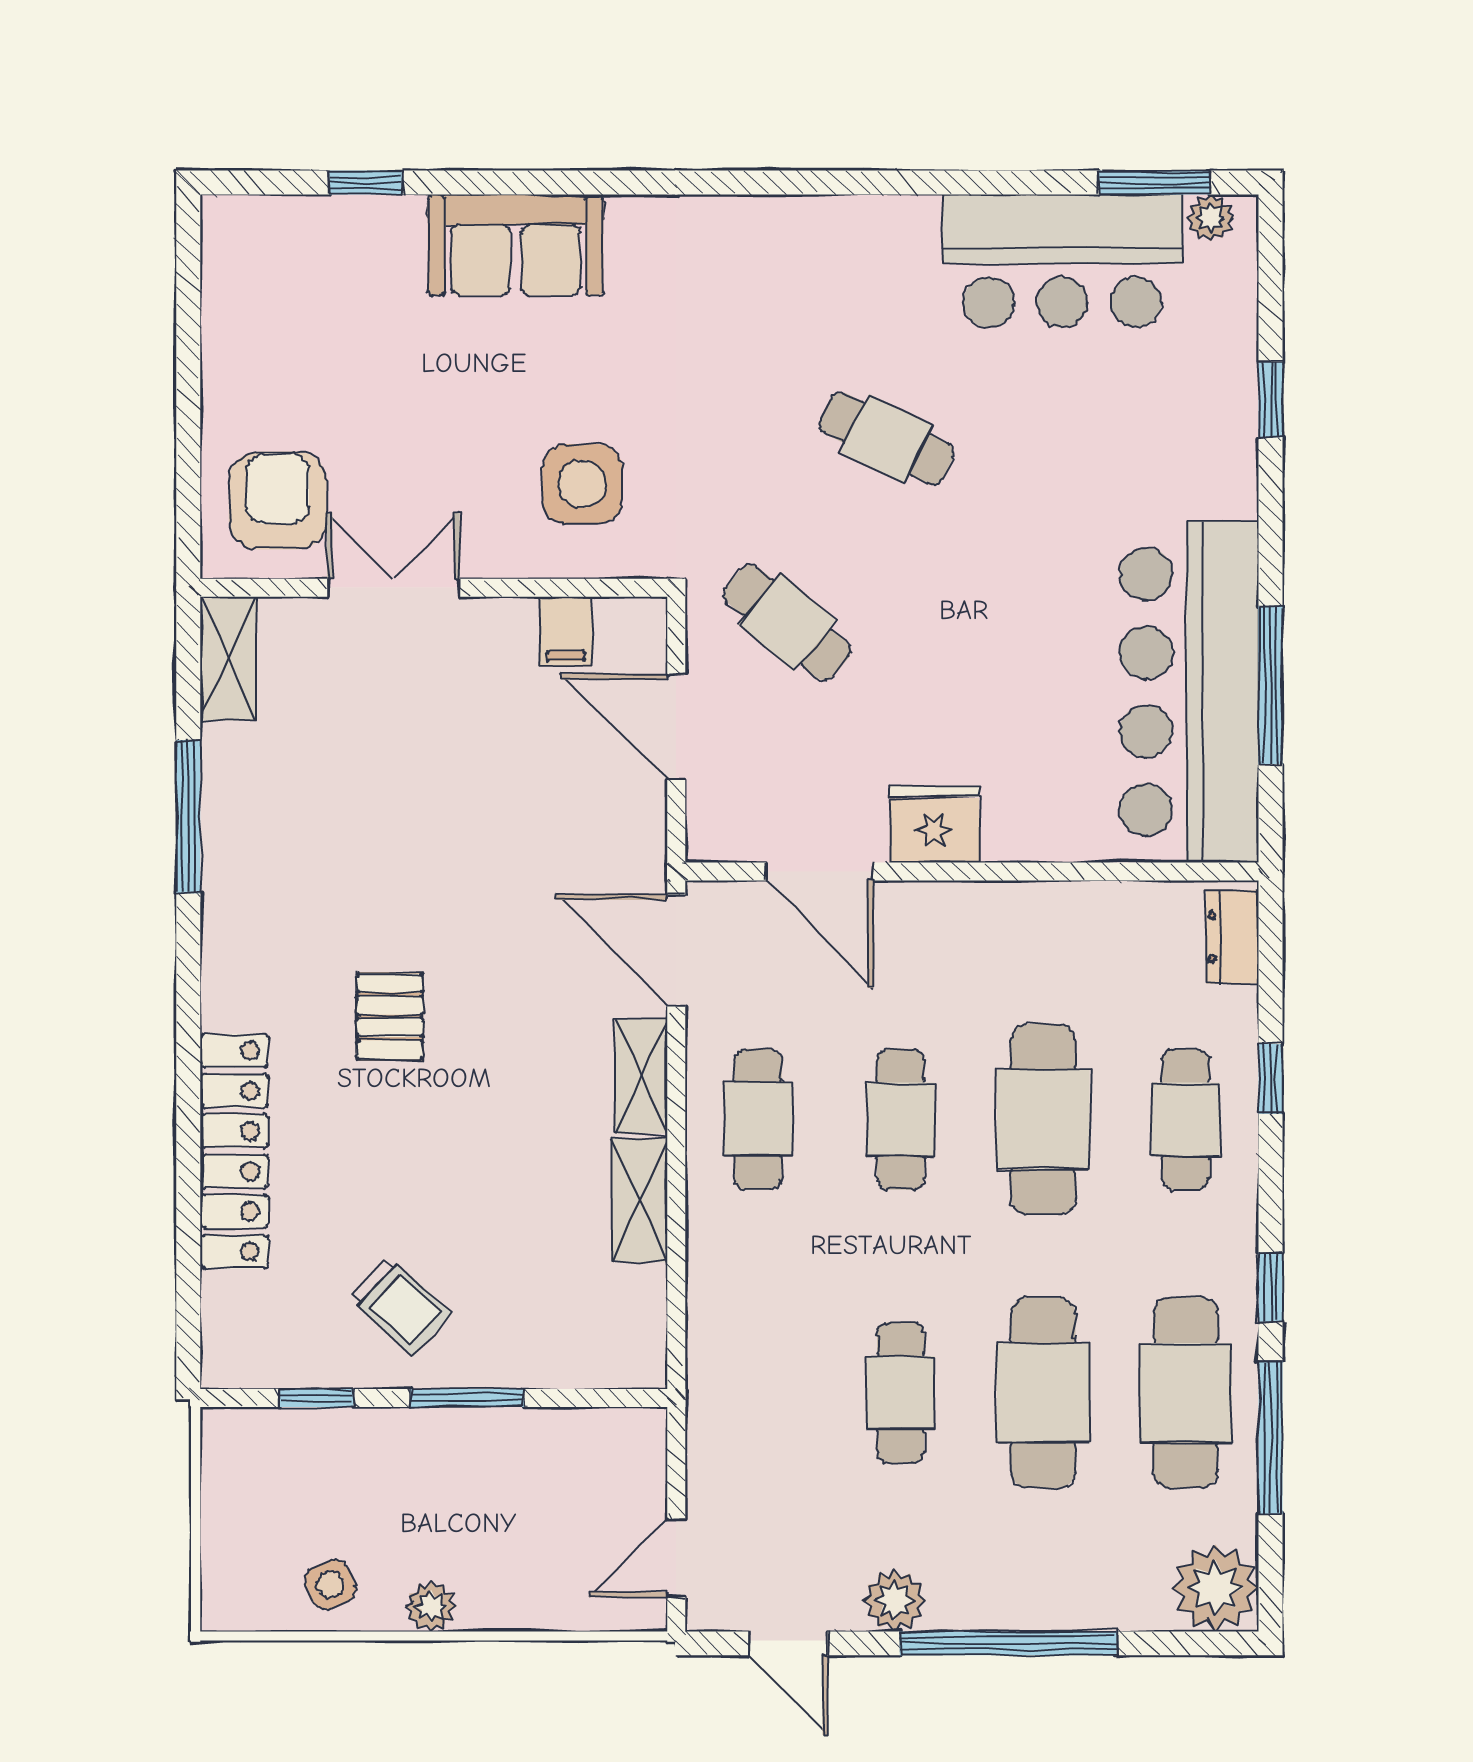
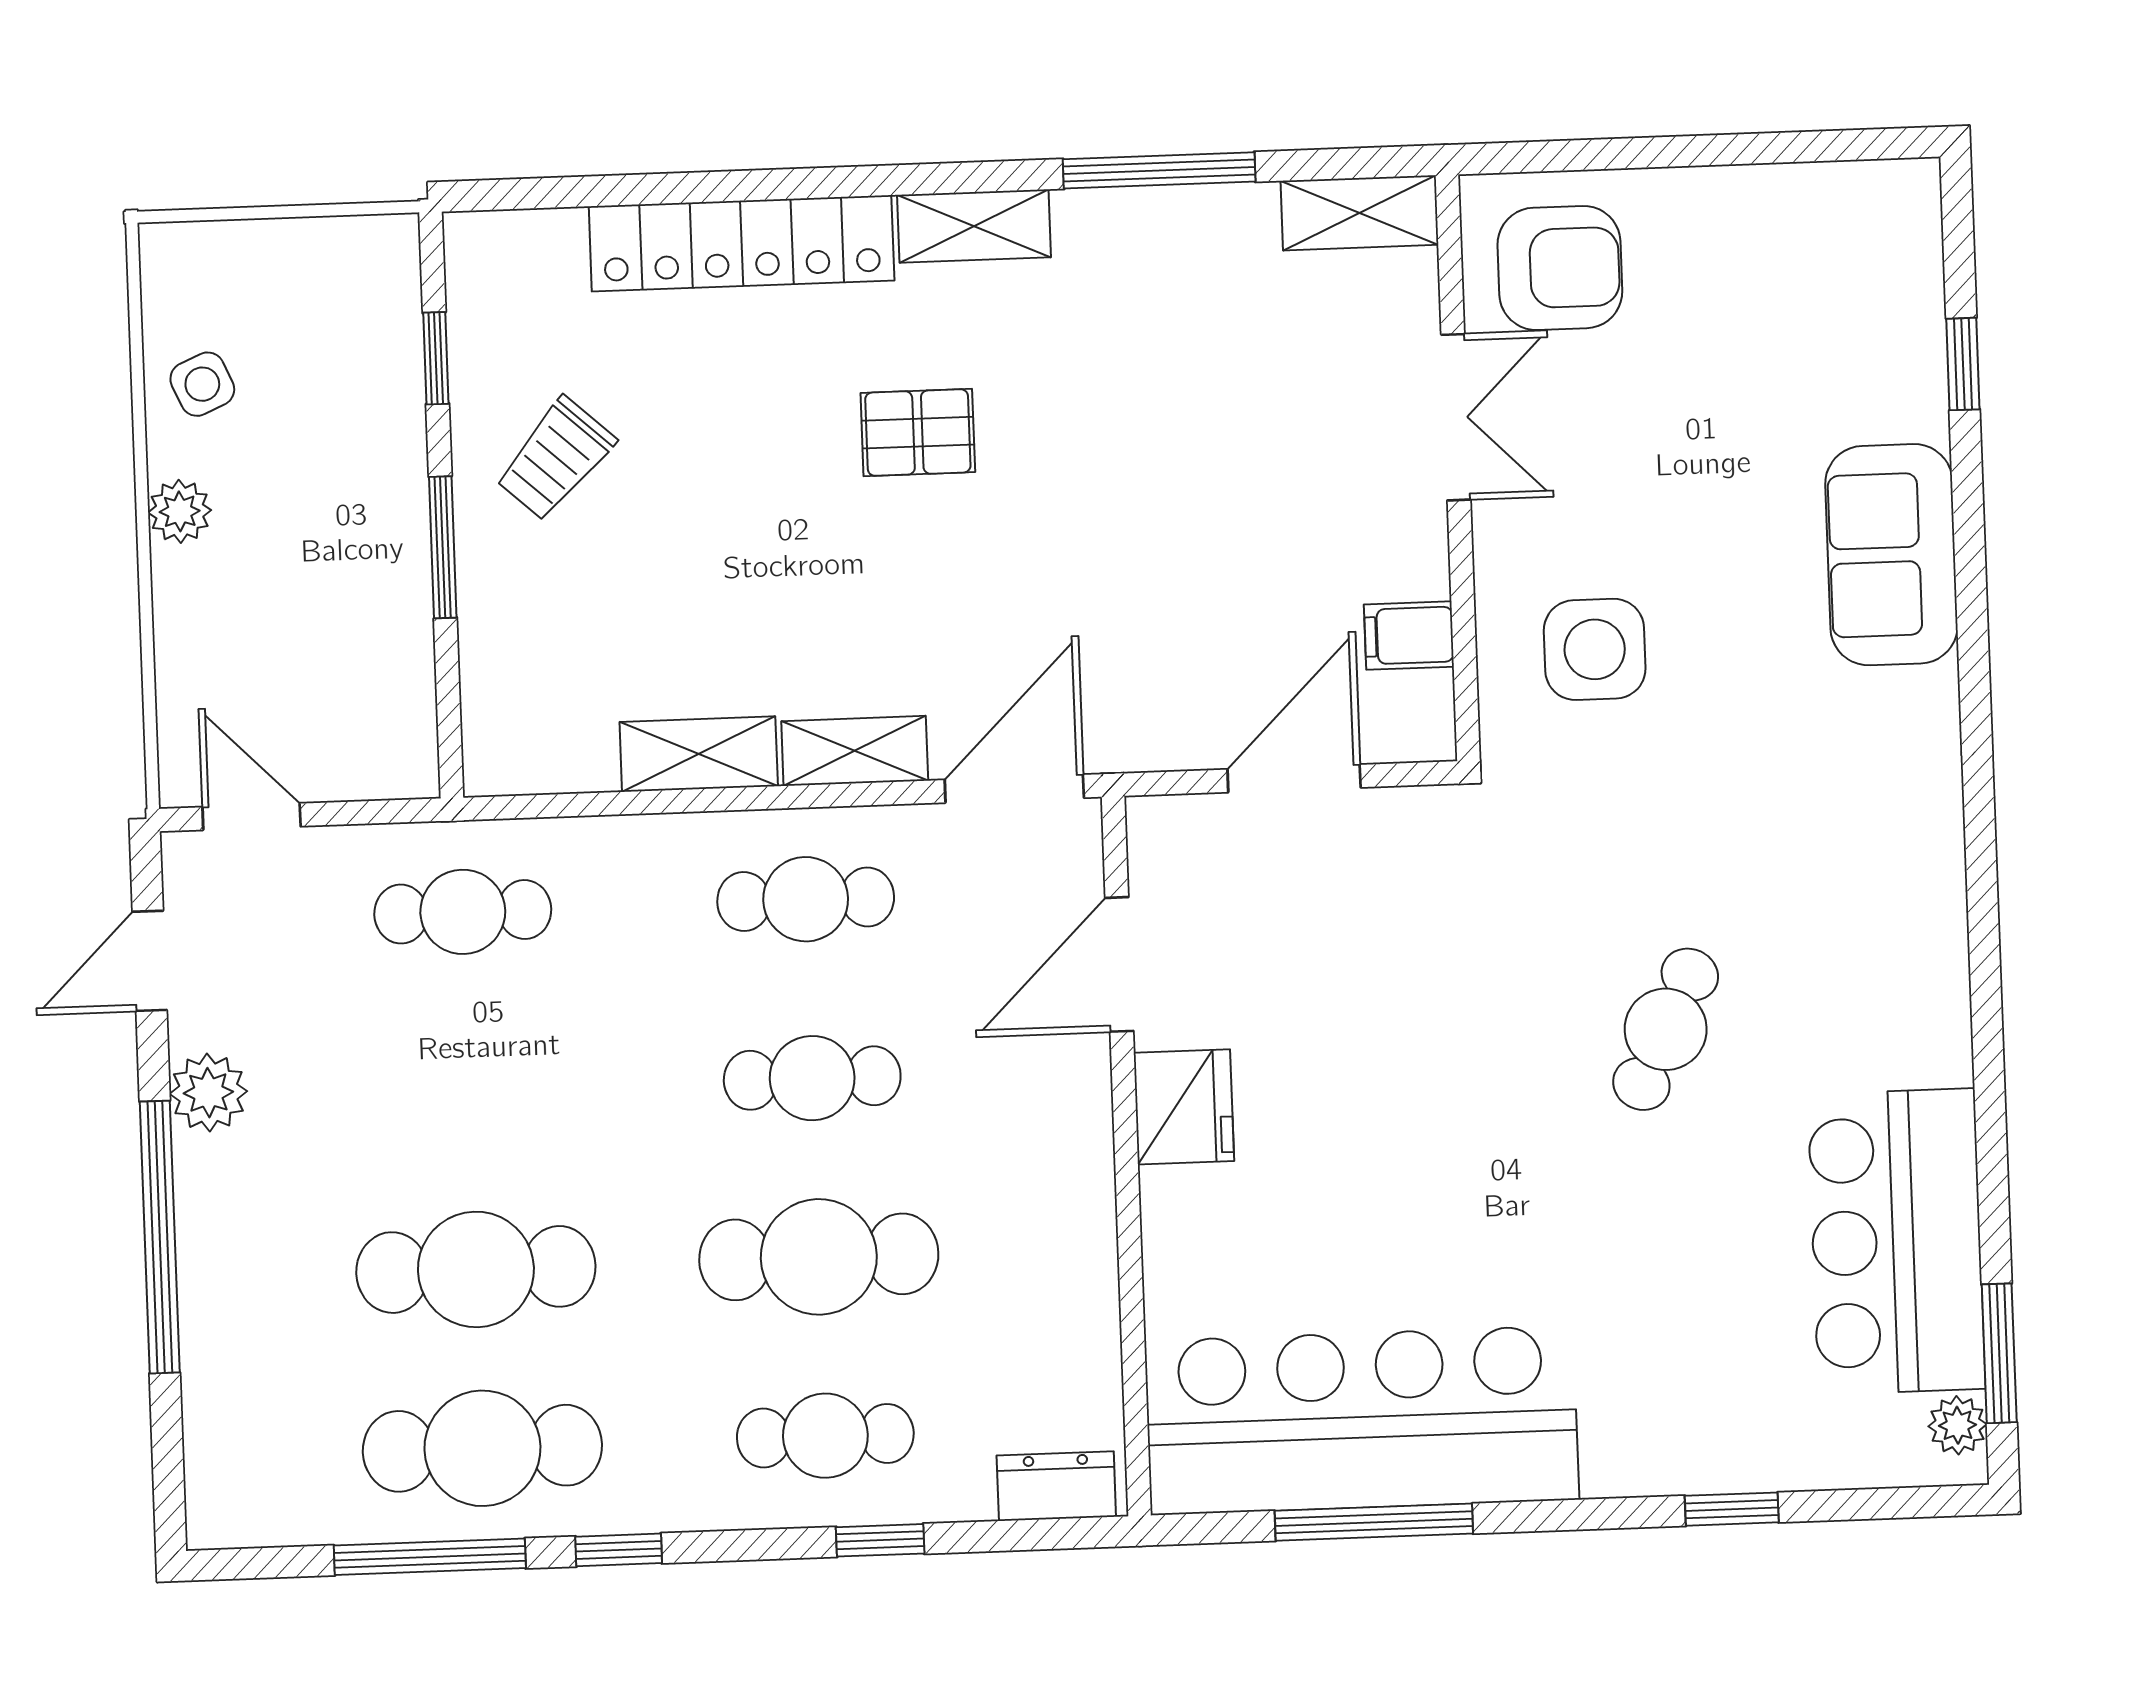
cafe table: (787, 622) -> (1431, 913), removed
shelving: (227, 966) -> (974, 226), added
cafe table: (901, 1393) -> (463, 912), moved
plant: (1215, 1588) -> (239, 1495), removed

